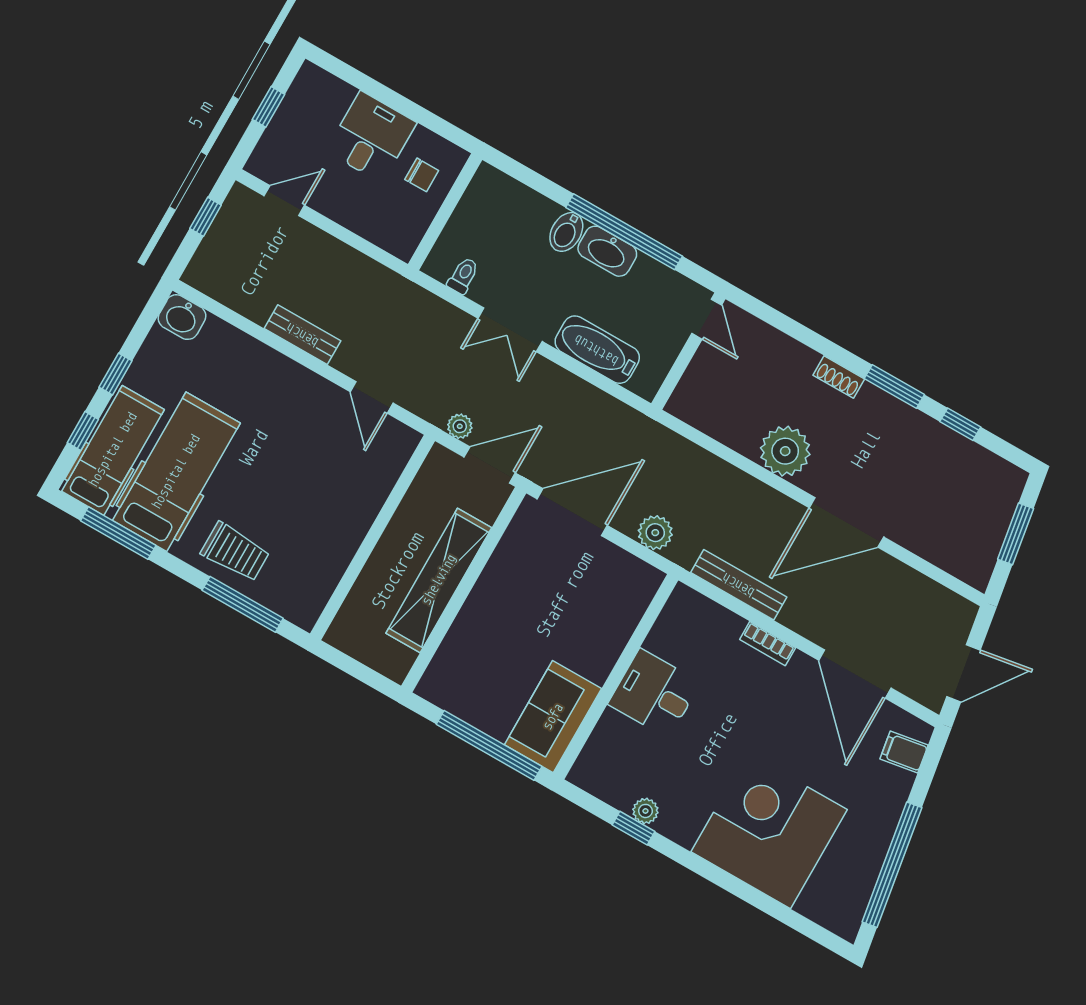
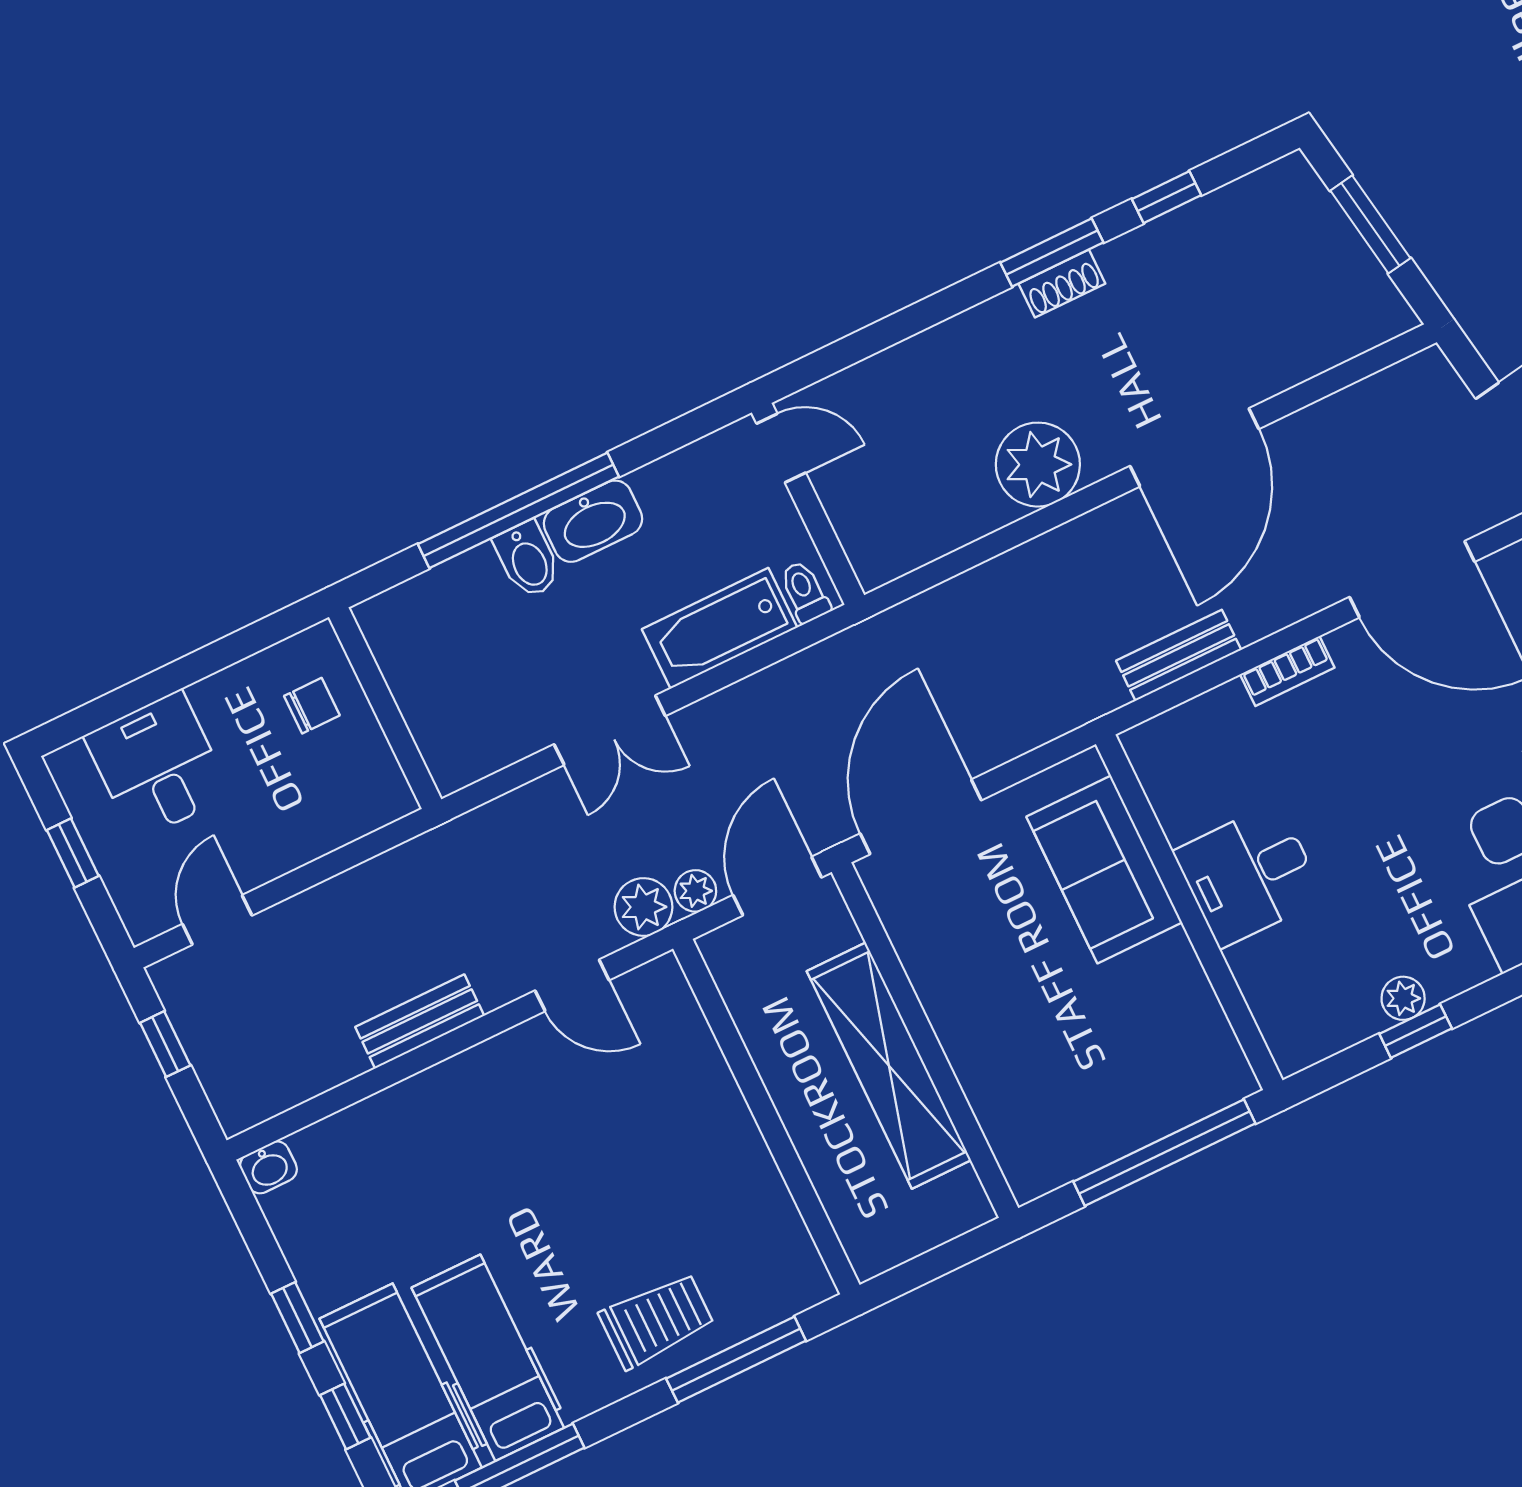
desk: (371, 137) -> (158, 765), moved
window: (624, 232) -> (518, 510), moved
toilet: (463, 276) -> (805, 592), moved
washbasin: (182, 317) -> (268, 1167), width x0.72, depth x0.69
shoe rack: (839, 377) -> (1062, 284), moved
hospital bed: (176, 472) -> (488, 1358), width x0.73, depth x0.78
plant: (655, 533) -> (643, 907), moved
bench: (739, 585) -> (1179, 655), width x0.73
sofa: (553, 717) -> (1104, 869), moved

